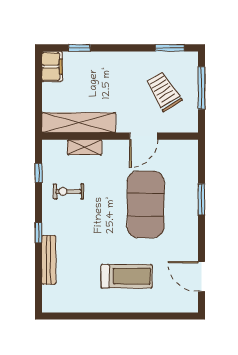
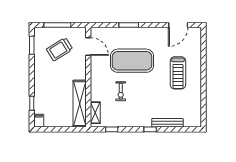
filing cabinet: (52, 66) -> (39, 121), width x0.50
door: (144, 136) -> (88, 46), moved
shelving: (85, 147) -> (95, 113), moved
exercise bike: (69, 192) -> (121, 91), moved
treadmill: (127, 276) -> (178, 73), turned 180

